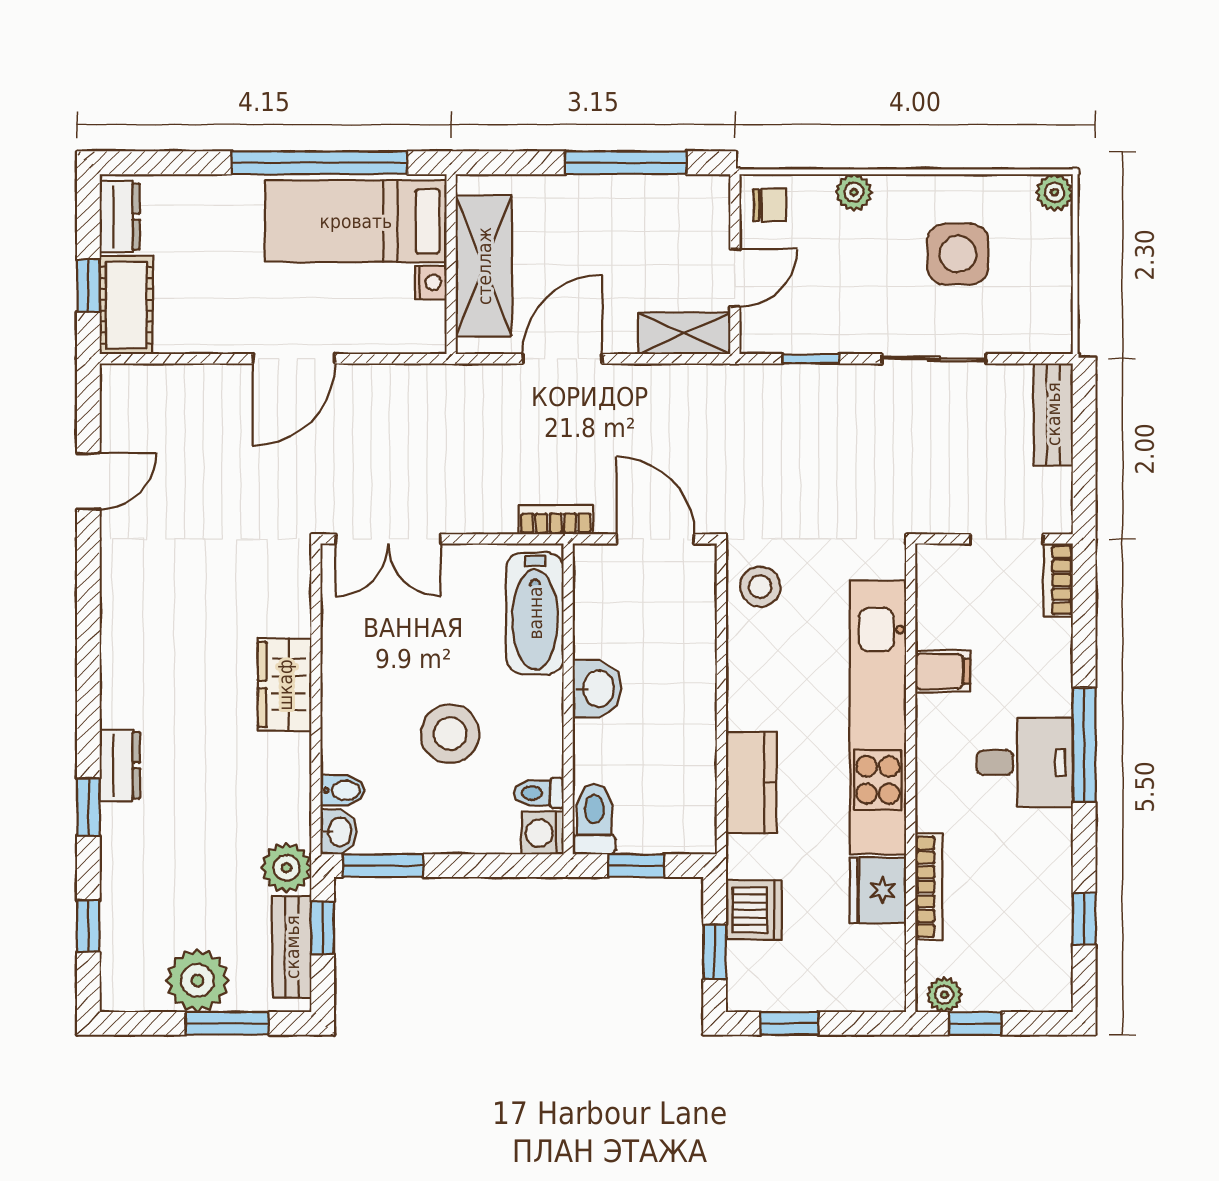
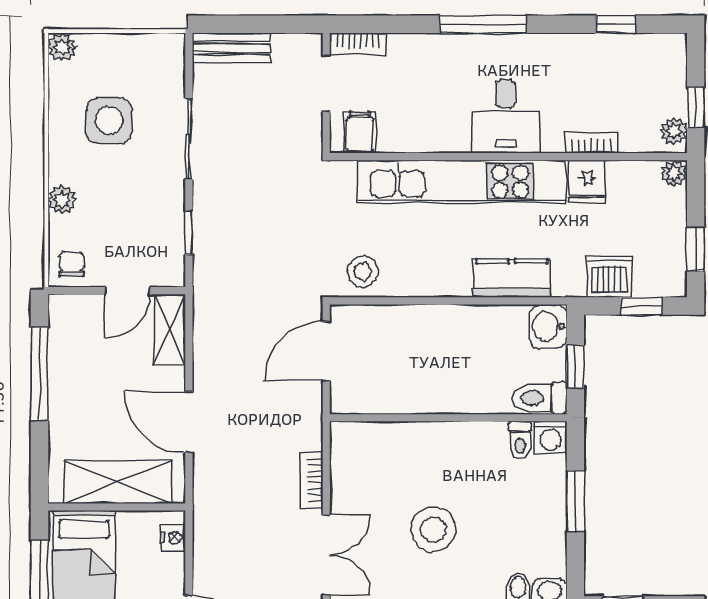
door: (735, 278) -> (127, 291), swing flipped
nightstand: (431, 283) -> (173, 538), moved, turned 90
bookcase: (556, 520) -> (312, 480), moved
bathtub: (535, 613) -> (383, 443), removed
filing cabinet: (943, 671) -> (360, 132), moved
washbasin: (597, 689) -> (548, 326), moved, turned -90
stool: (450, 734) -> (433, 529), moved
desk: (1025, 763) -> (505, 116), moved, turned 180
window: (383, 866) -> (575, 501), moved
bookcase: (929, 887) -> (591, 143), width x0.64
fridge: (878, 890) -> (587, 182), width x0.72
plant: (889, 995) -> (674, 173), added

